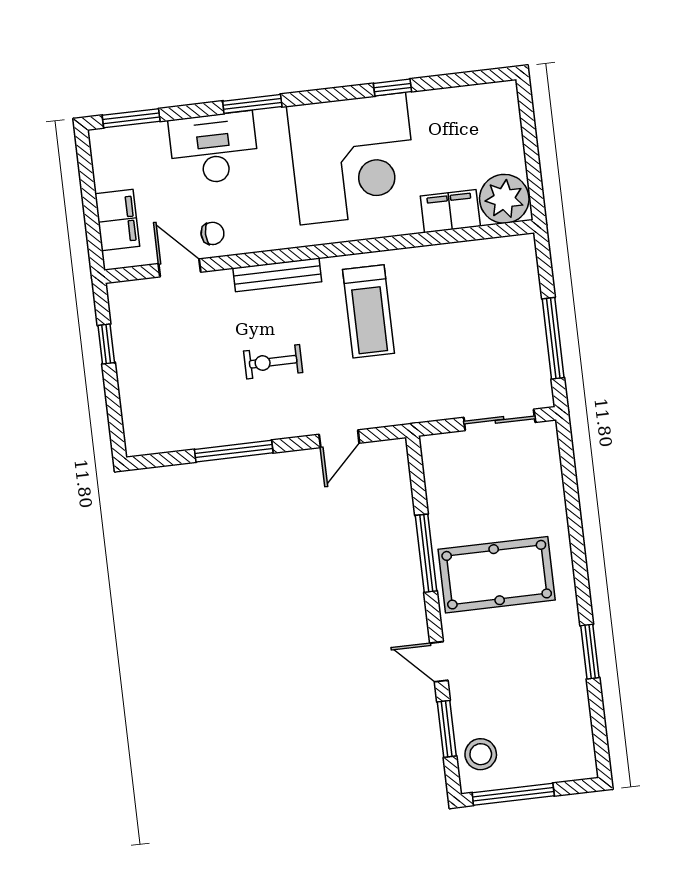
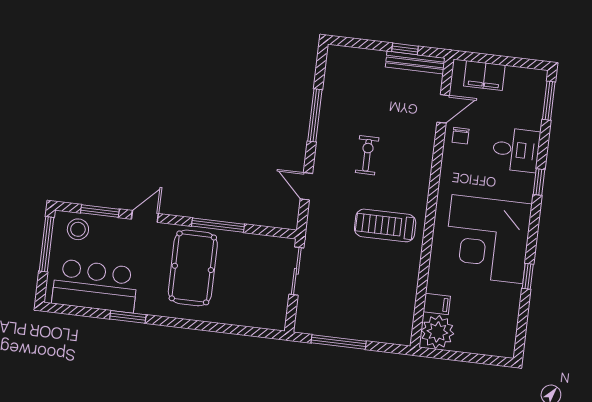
window: (252, 104) -> (539, 182), width x0.67
desk: (214, 148) -> (516, 150), width x0.73
filing cabinet: (450, 211) -> (437, 304), width x0.50
bench: (277, 275) -> (415, 62), moved, turned 90
sliding door: (499, 420) -> (296, 271), moved
bar counter: (556, 710) -> (95, 286), added

